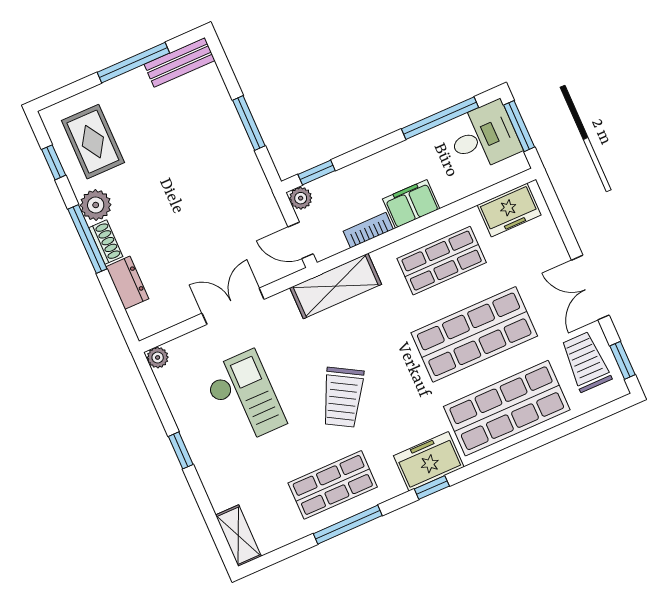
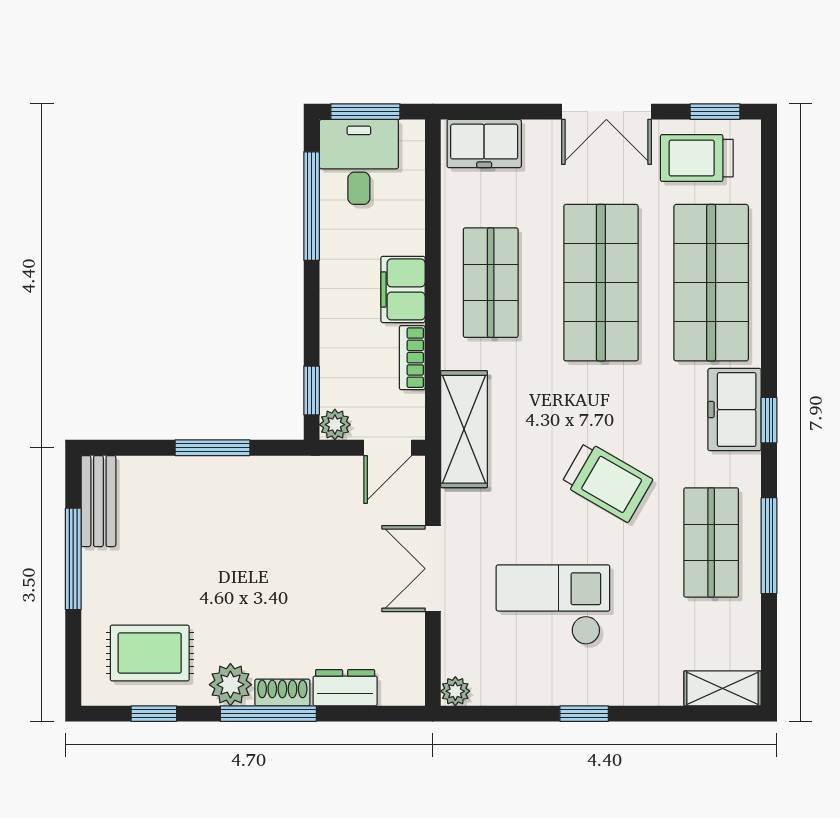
freezer: (509, 210) -> (484, 144), moved, turned 90

